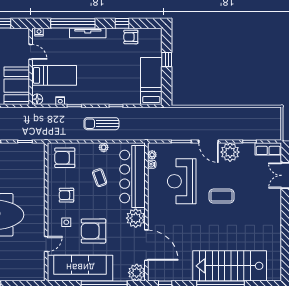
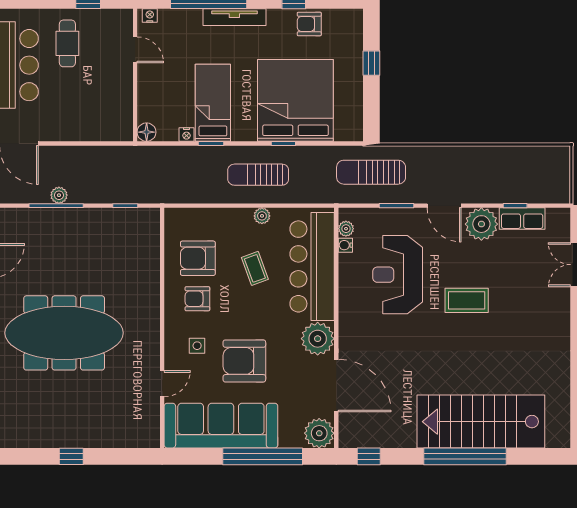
bed: (54, 75) -> (213, 103), moved, turned -90
bed: (151, 81) -> (295, 100), moved, width x2.04
booth: (17, 86) -> (111, 109), removed
sun lounger: (166, 122) -> (371, 172), added
row of seats: (268, 149) -> (522, 219), moved
armchair: (65, 158) -> (198, 258), moved

